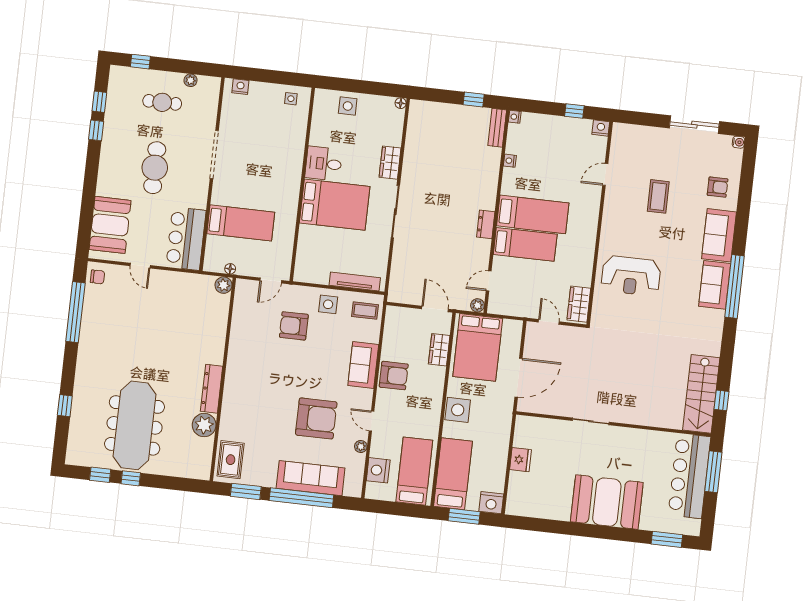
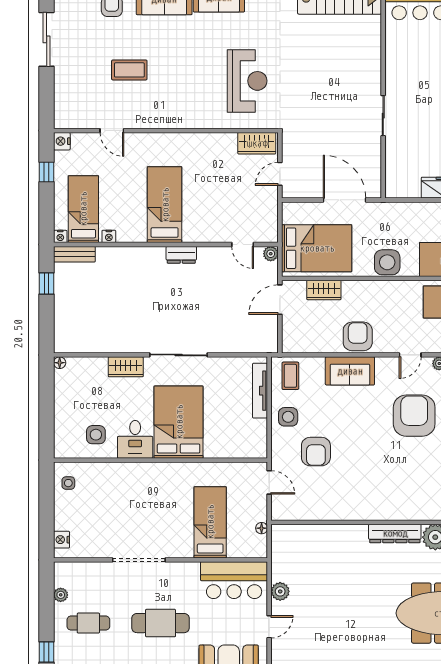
cafe table: (162, 102) -> (88, 623), turned 90
side table: (348, 106) -> (96, 435), moved
bed: (525, 244) -> (83, 209), moved
reception desk: (631, 276) -> (247, 81), moved
plant: (223, 285) -> (280, 591), moved

